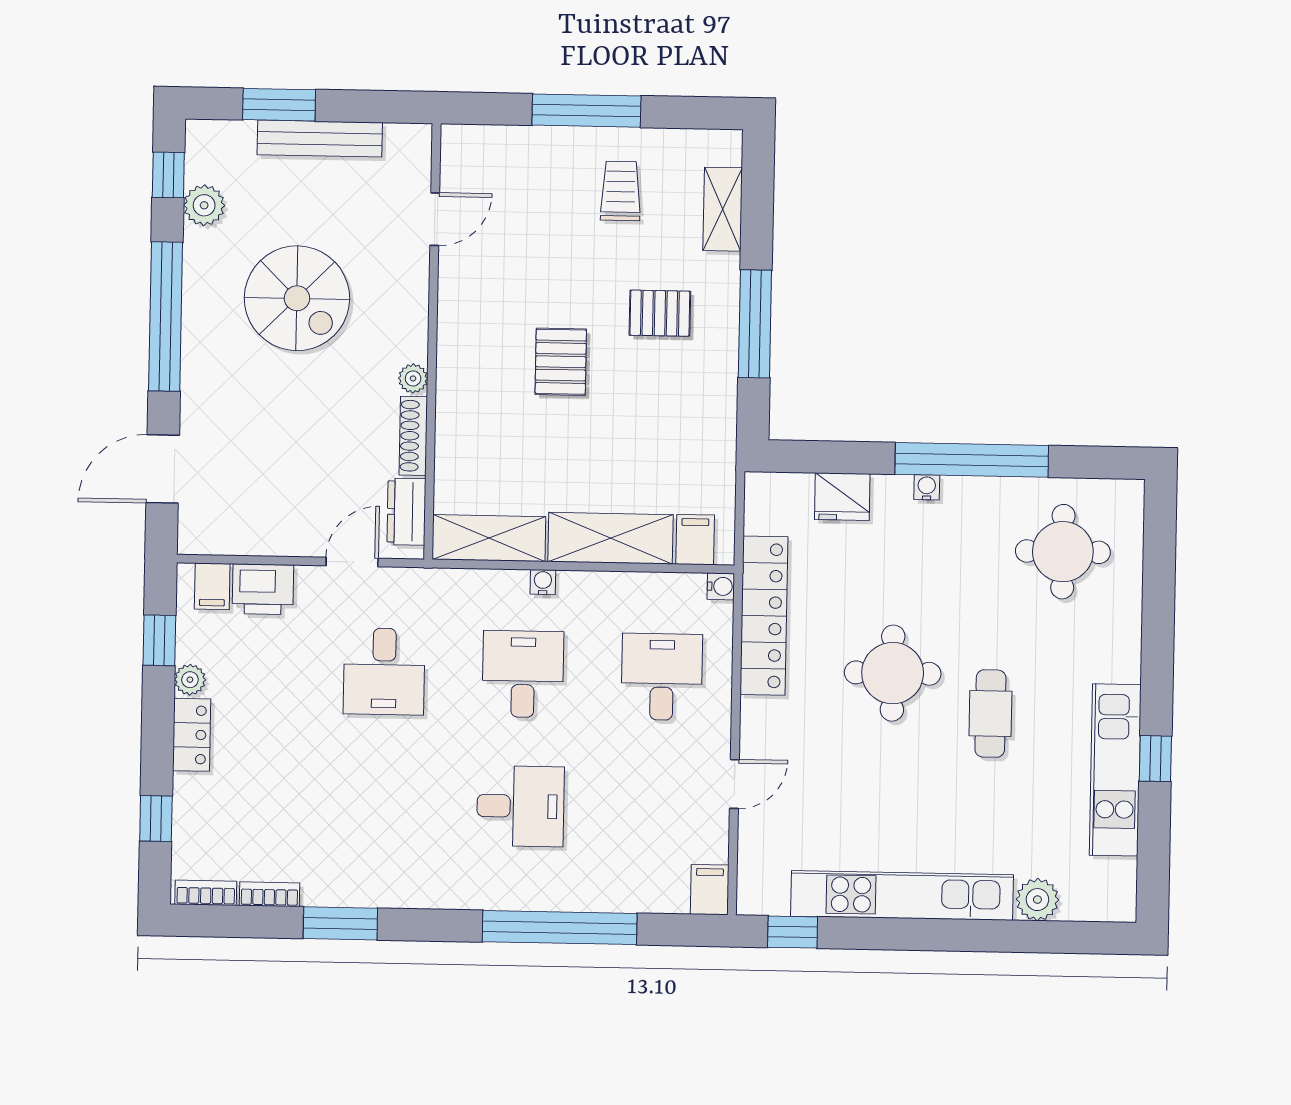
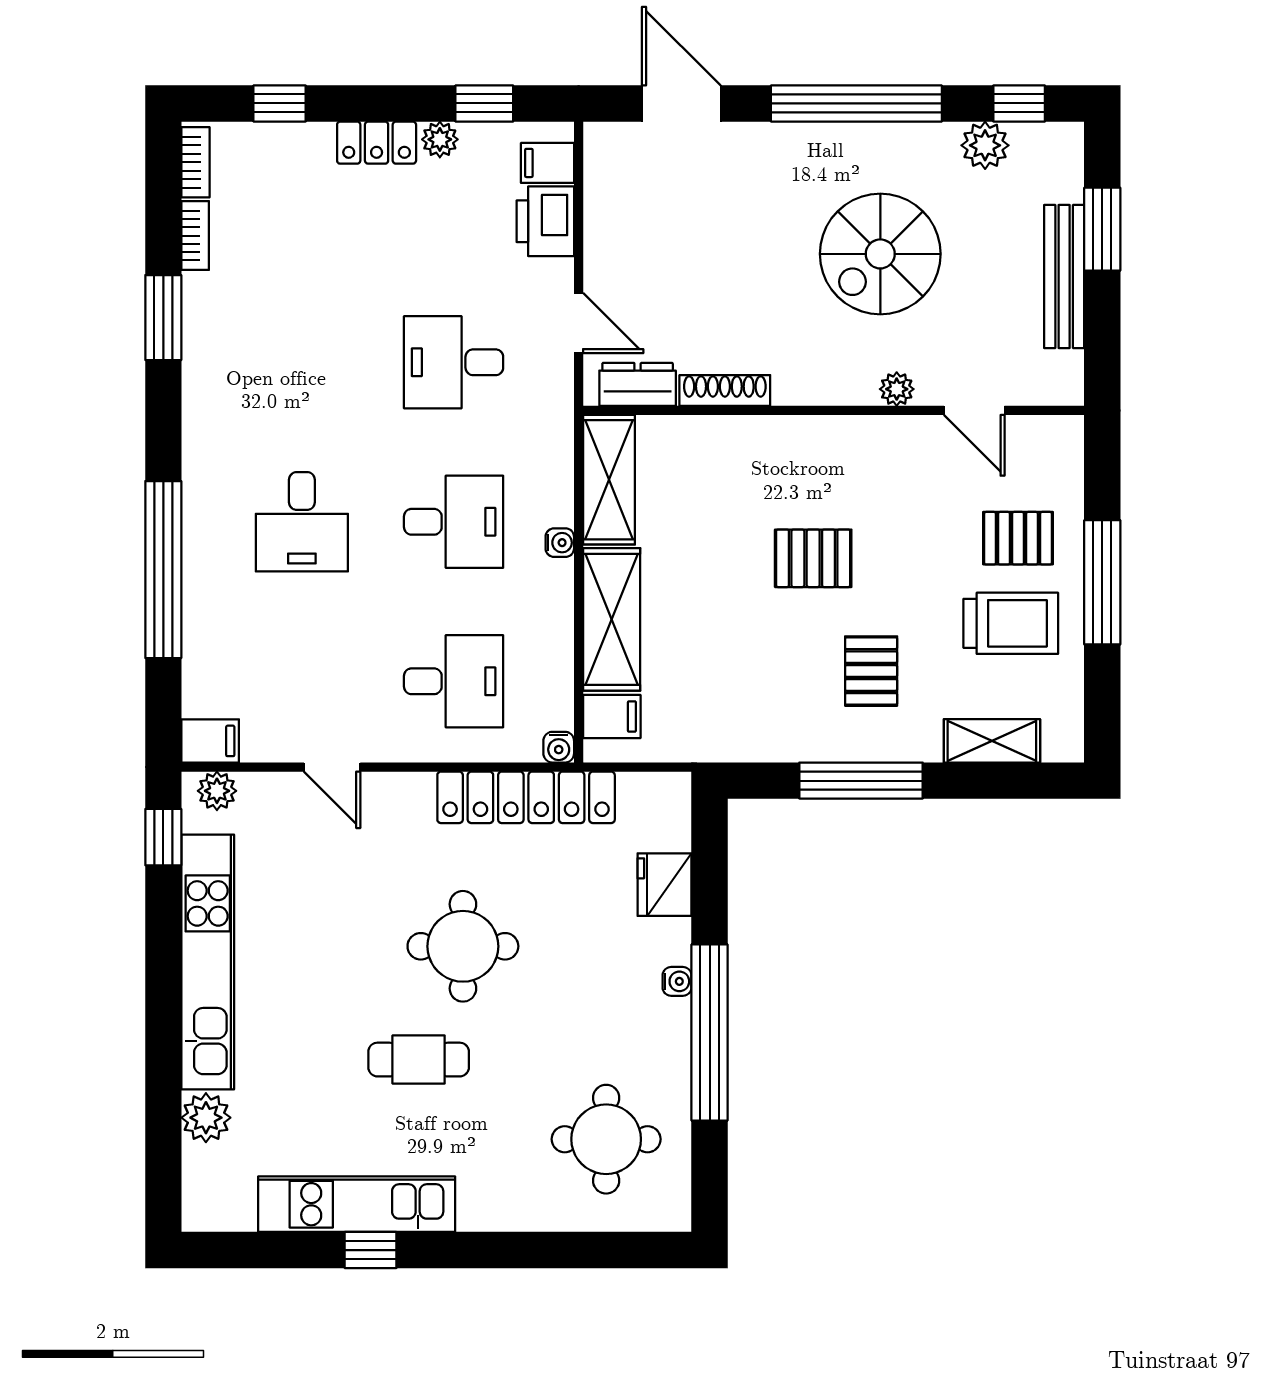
pallet: (547, 183) -> (1018, 538), added
trolley: (621, 191) -> (1011, 623), width x1.36, depth x1.39
plant: (413, 378) -> (897, 389), moved
plant: (753, 885) -> (217, 791), added

